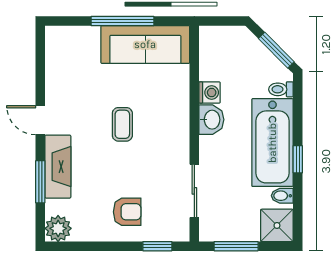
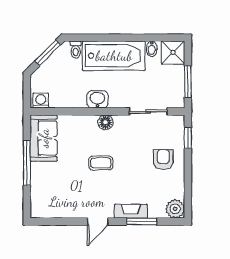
sofa: (145, 44) -> (44, 138), width x0.73
washing machine: (210, 93) -> (41, 101), moved
floor lamp: (179, 131) -> (105, 122), added
window: (298, 159) -> (126, 38), removed
fireplace: (58, 167) -> (131, 211), width x0.73, depth x0.76

